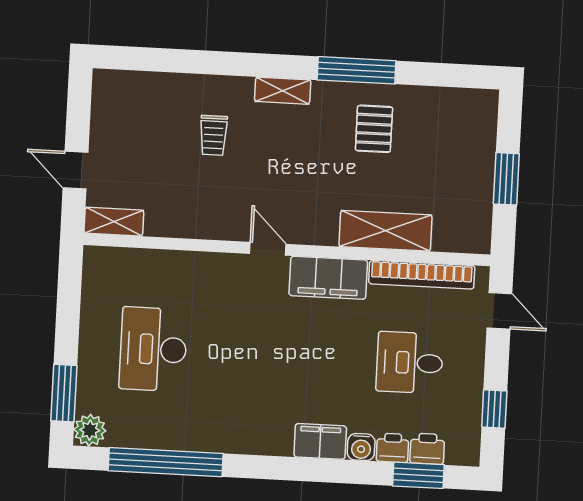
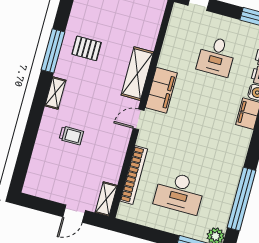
shelving: (385, 231) -> (137, 74), moved
bookcase: (422, 275) -> (134, 175), moved

